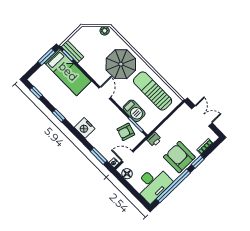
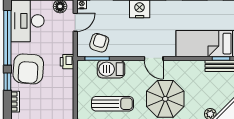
sun lounger: (153, 91) -> (112, 104), width x0.73, depth x0.75
armchair: (179, 157) -> (28, 69), turned 94

